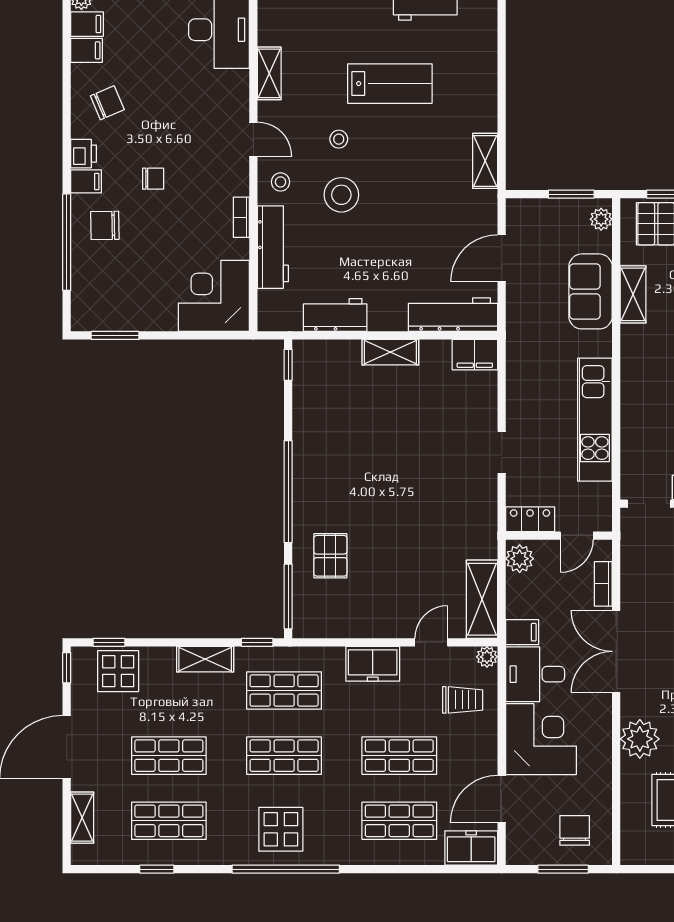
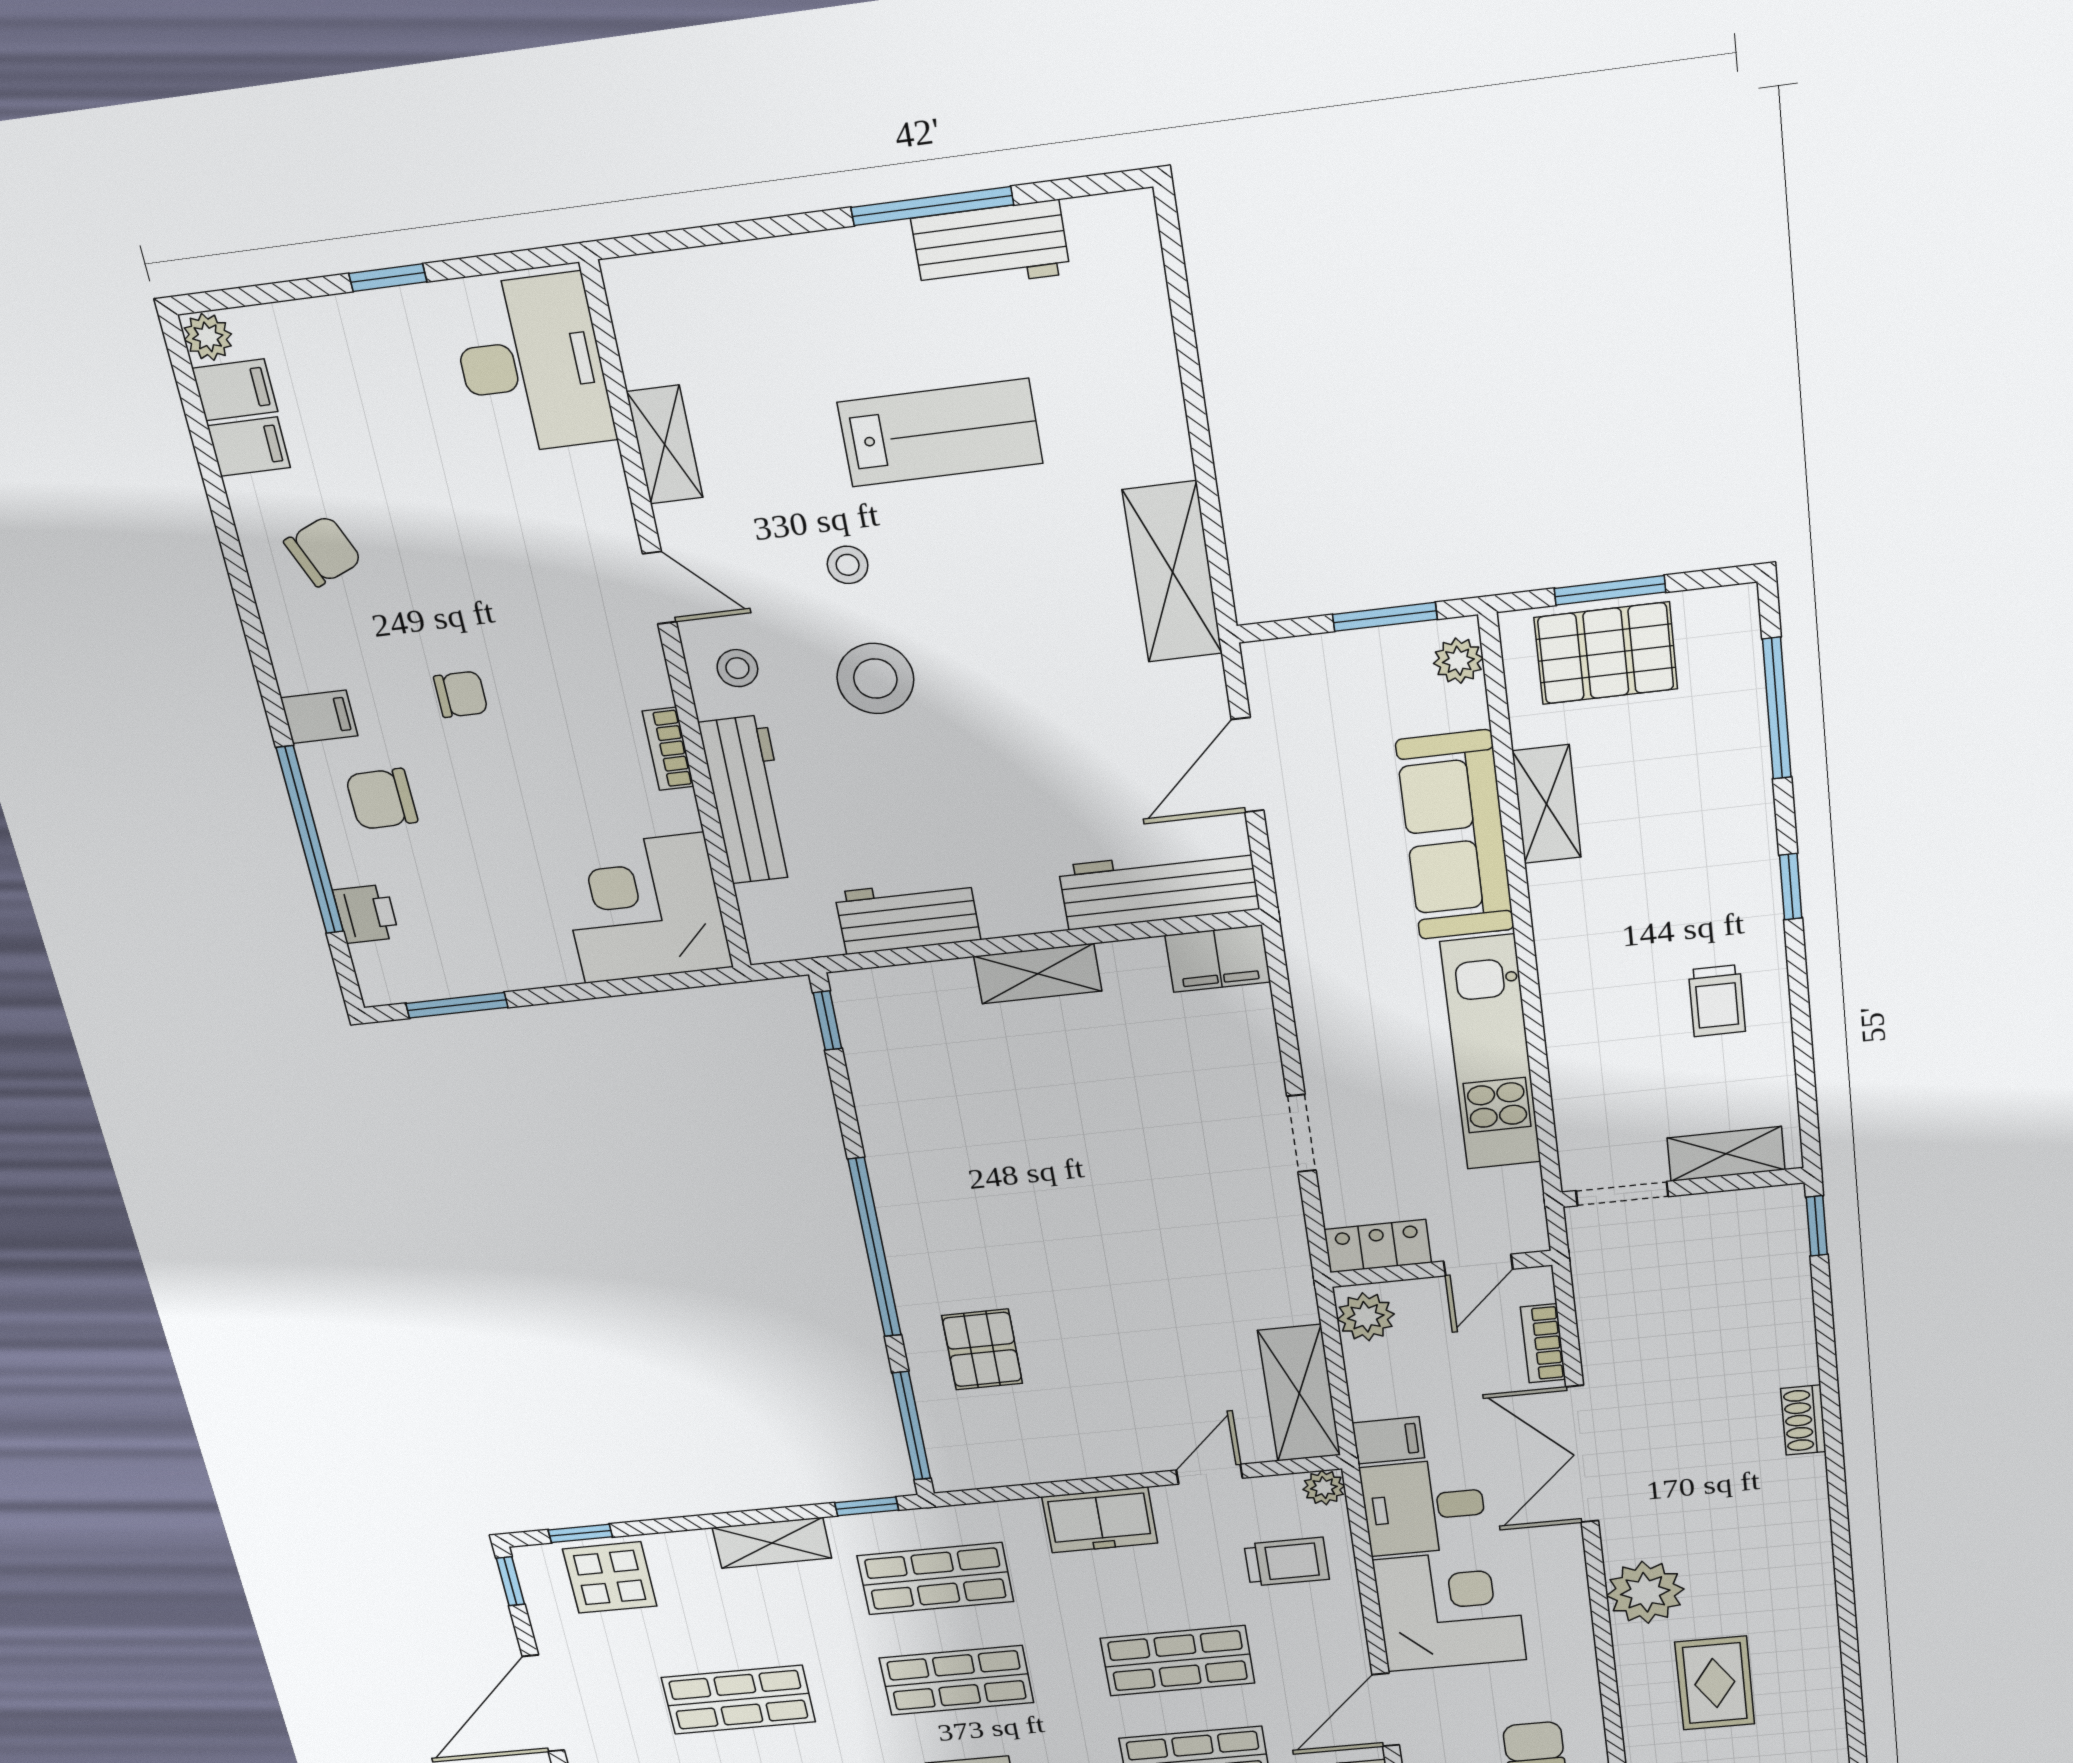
printer: (84, 154) -> (366, 914), moved
shelving: (485, 161) -> (1172, 572), width x1.50, depth x1.33
sofa: (591, 291) -> (1455, 836), width x1.36

